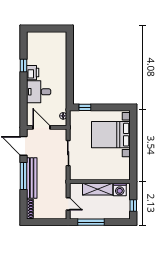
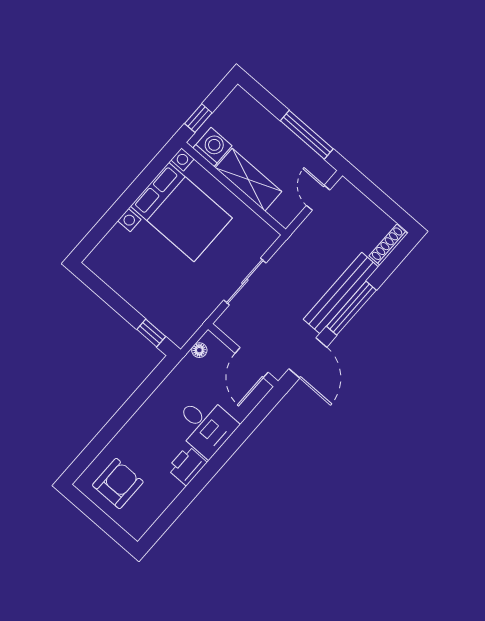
armchair: (51, 46) -> (118, 484), added
window: (24, 65) -> (192, 491), removed
bed with nightstands: (111, 135) -> (181, 212), moved
window: (133, 205) -> (198, 118), moved

